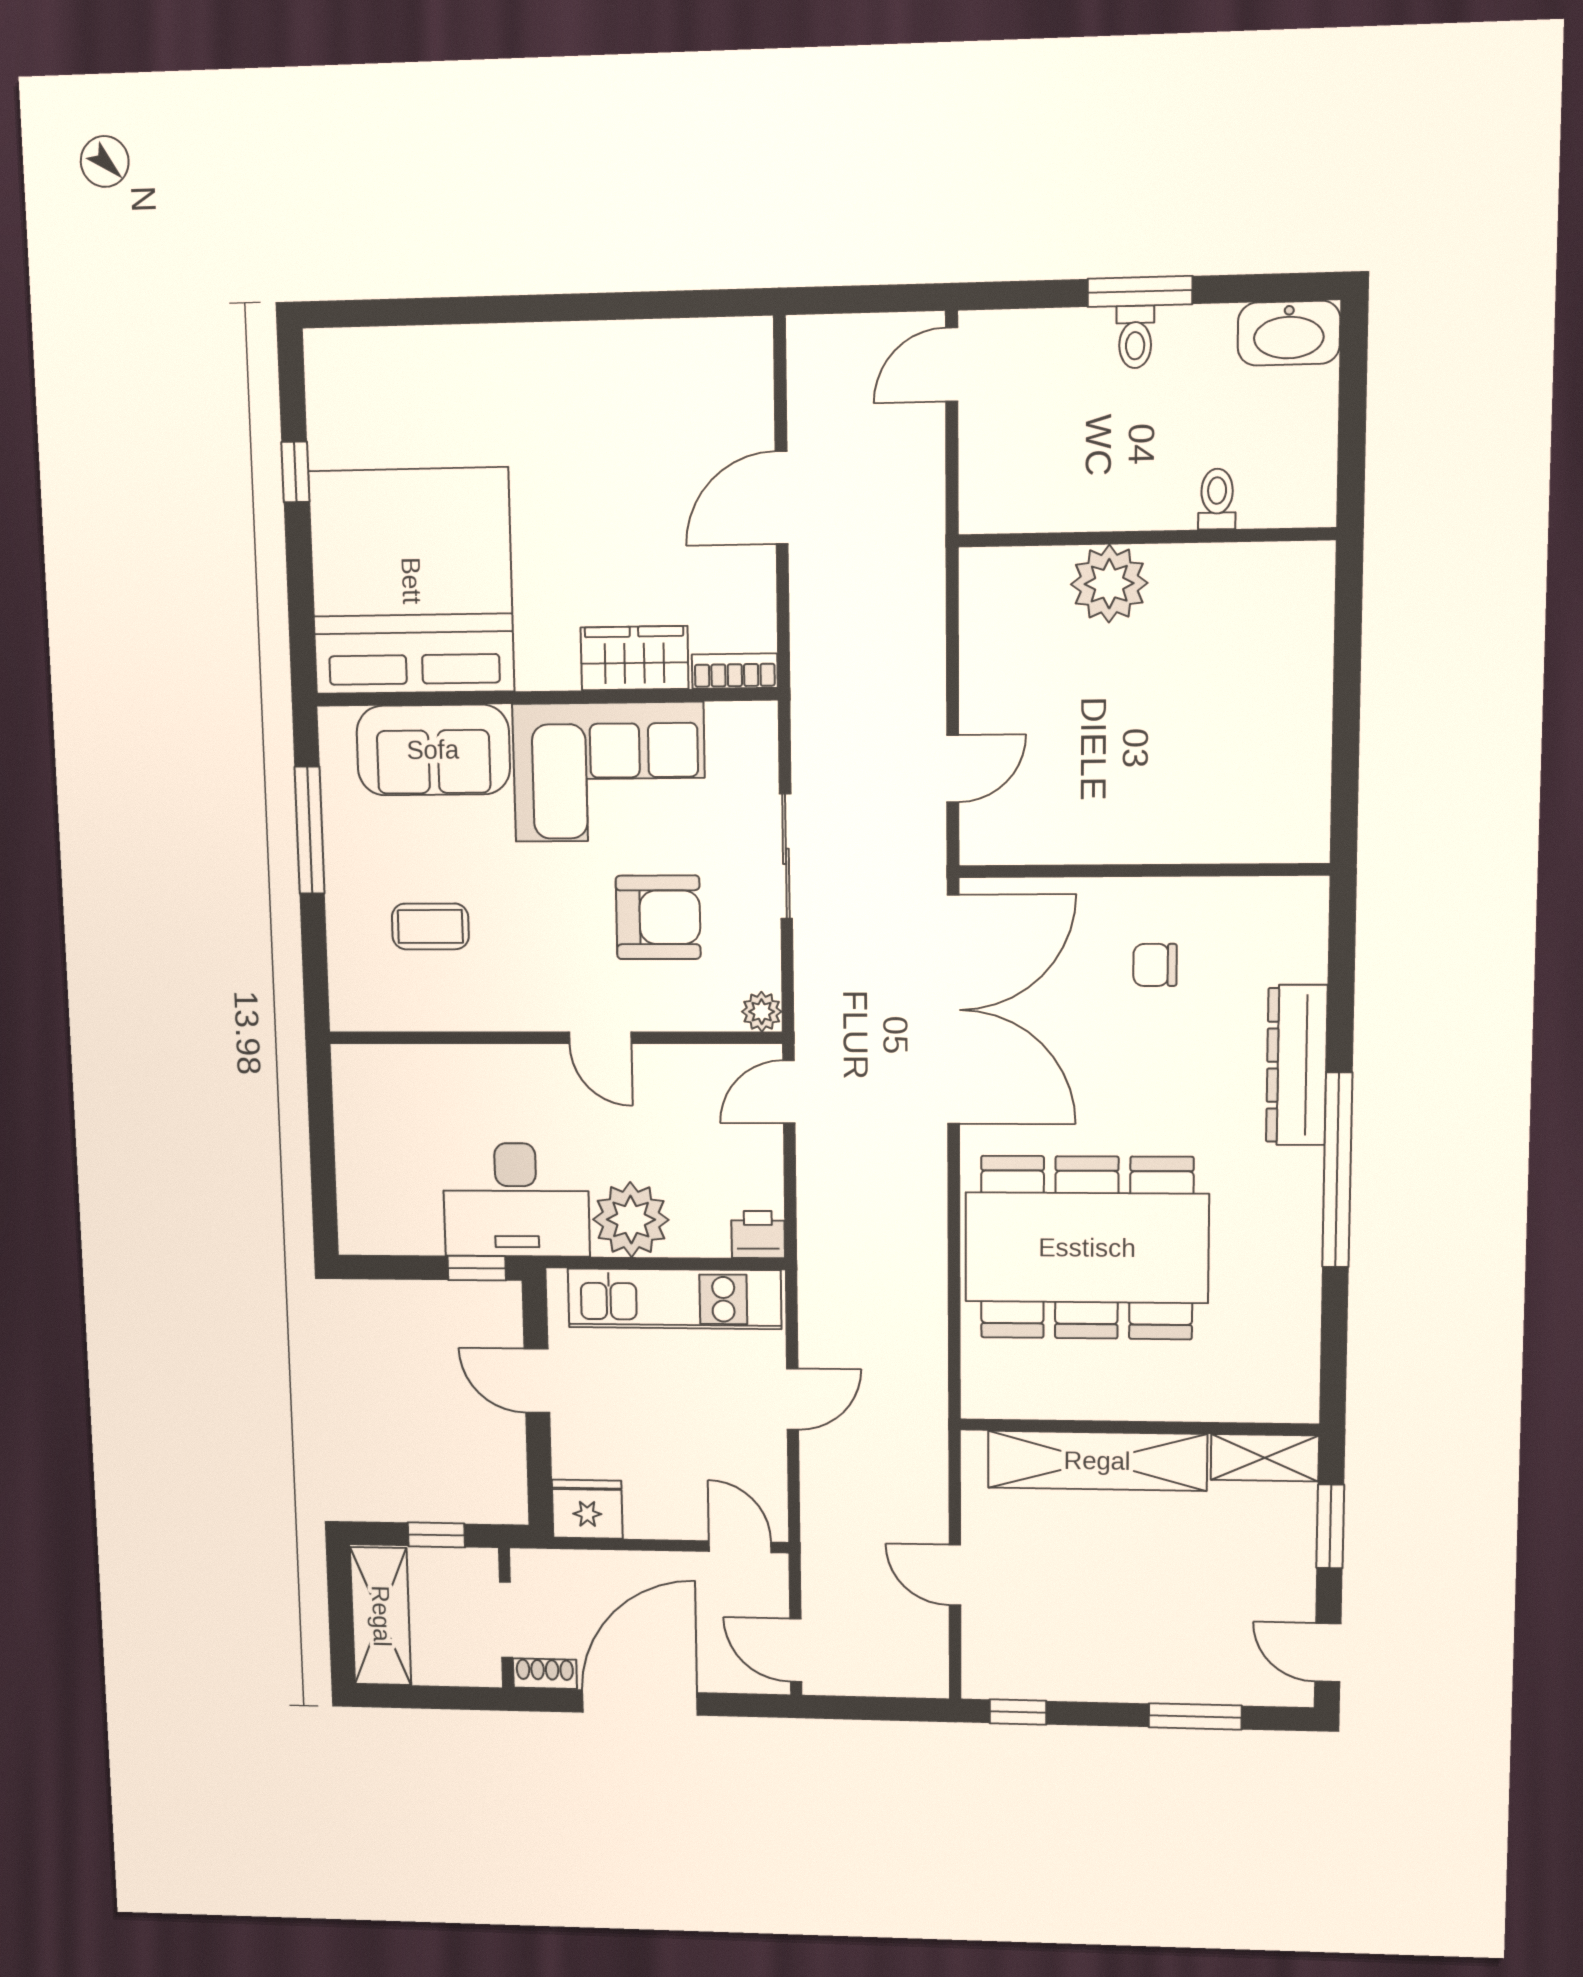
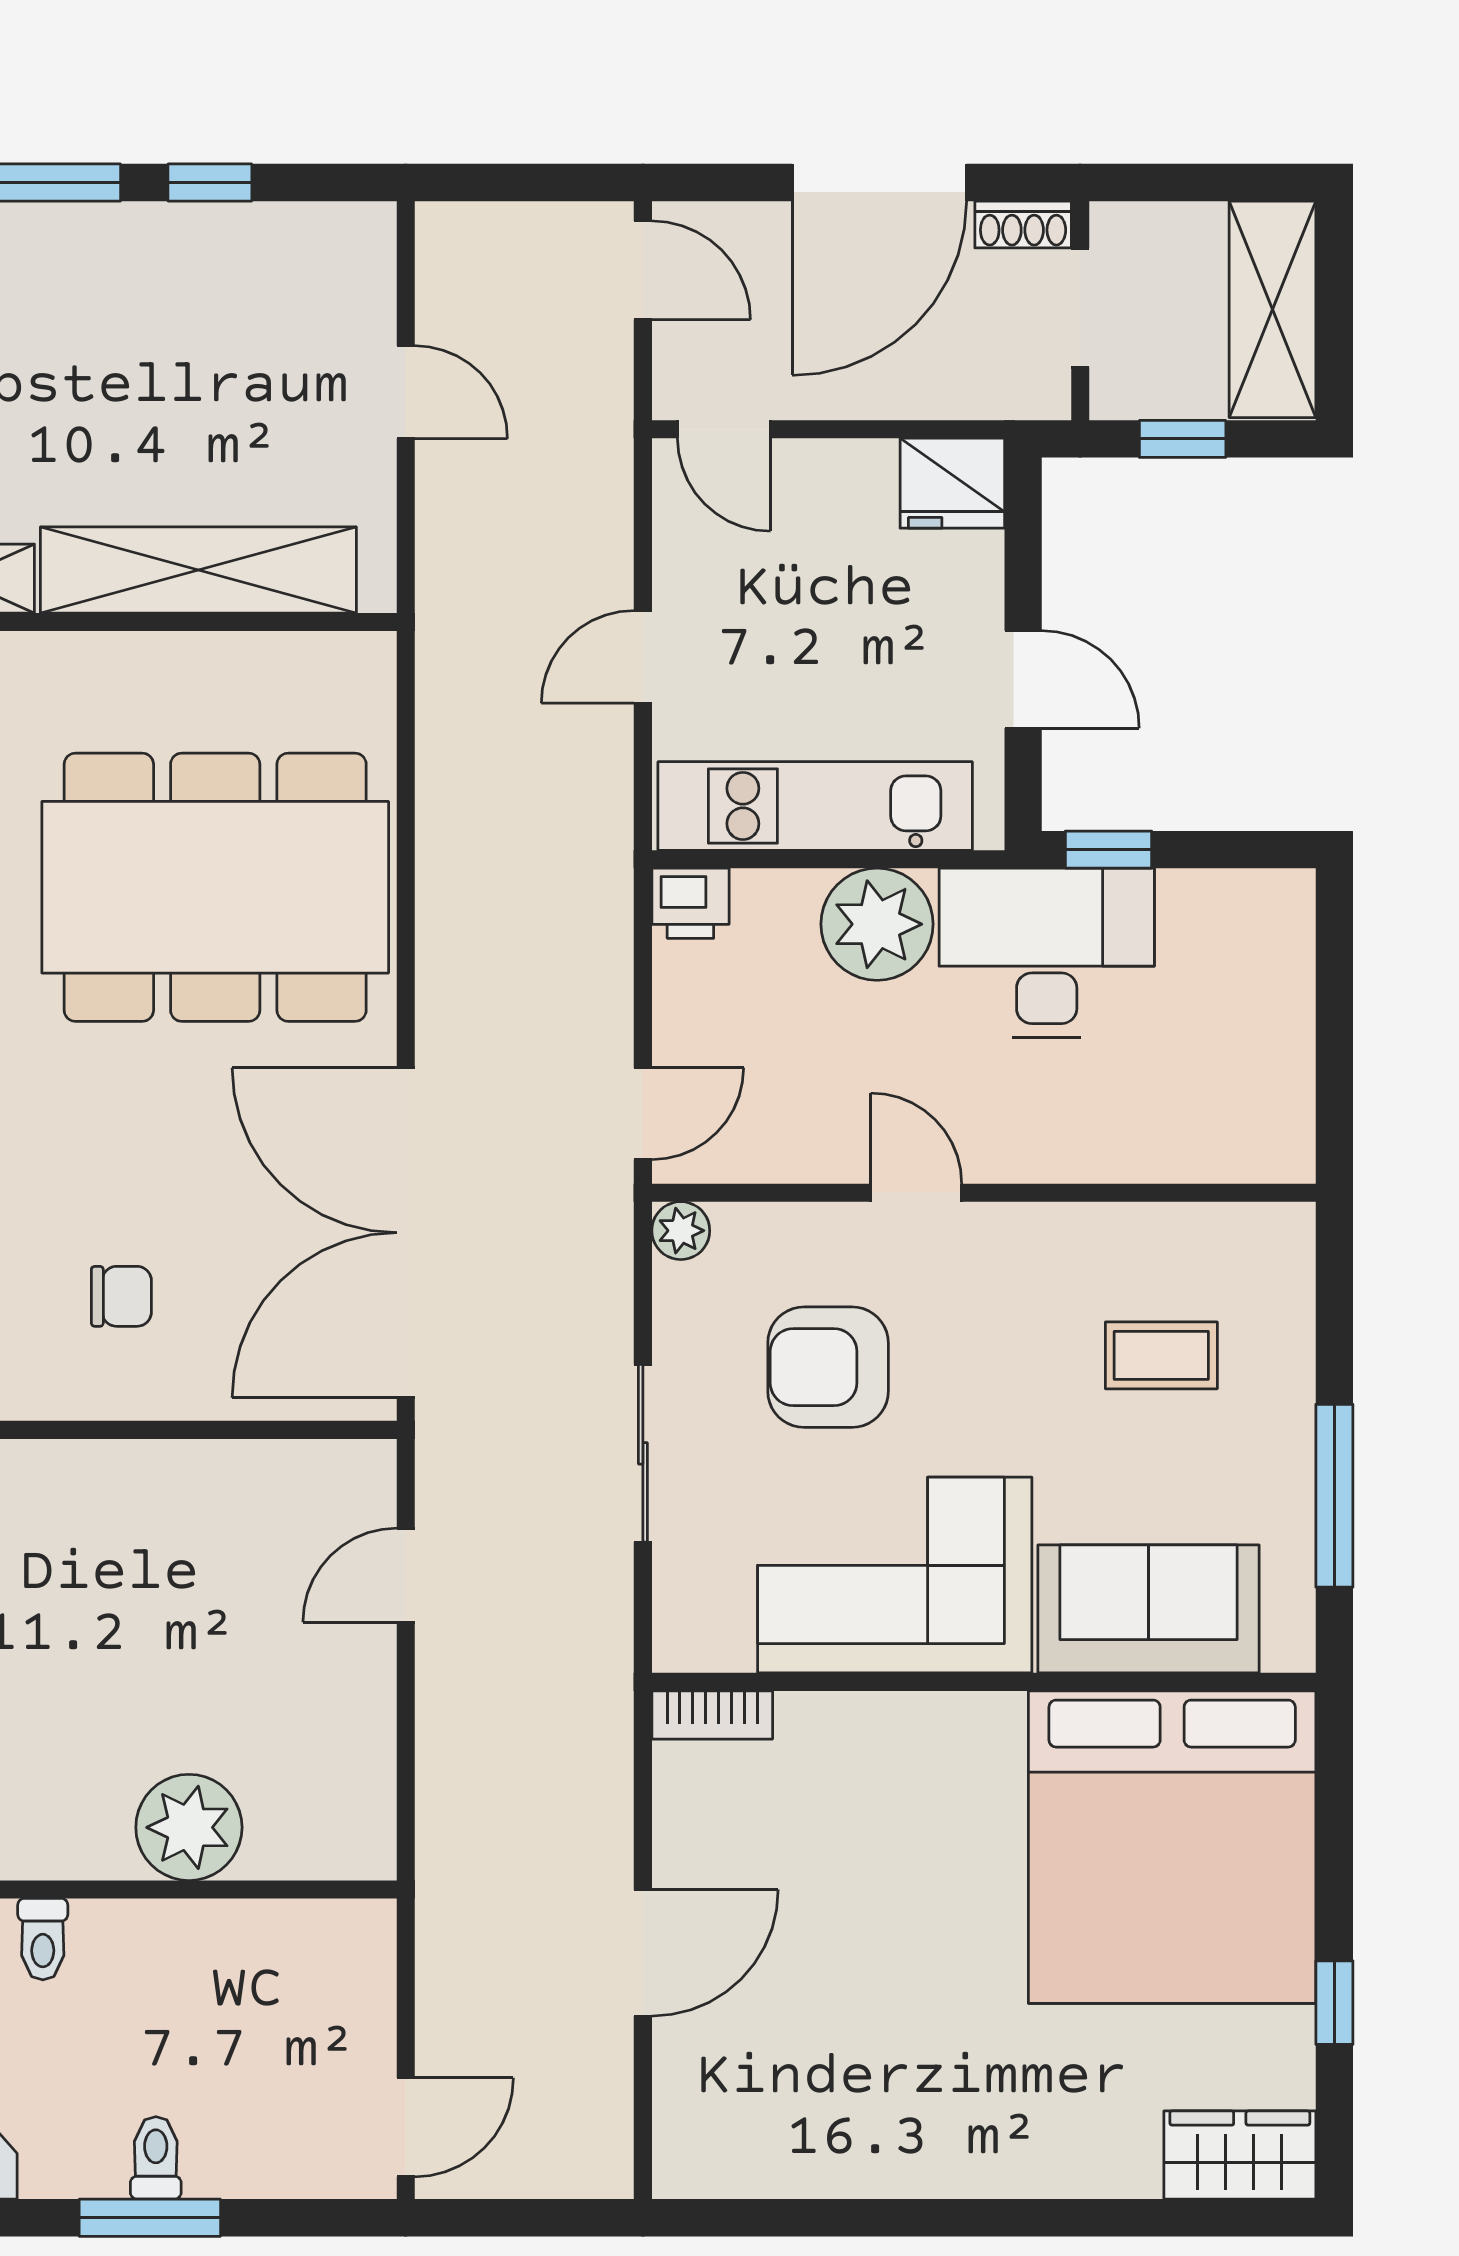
wardrobe: (634, 658) -> (1240, 2155), moved, turned 180
window: (1018, 1712) -> (210, 182), moved

